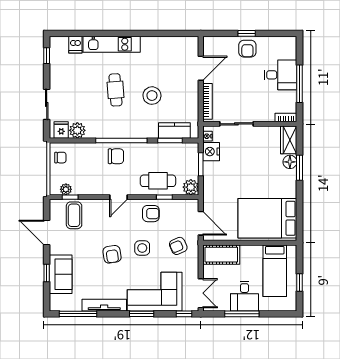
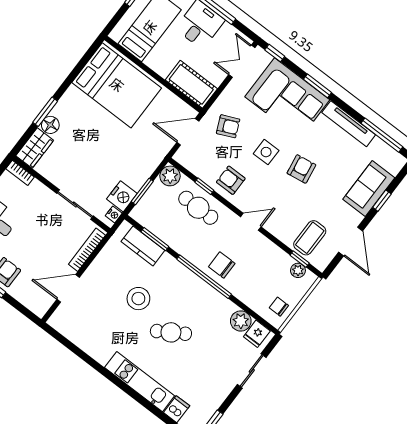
cafe table: (115, 90) -> (171, 332), turned 62
door: (201, 223) -> (188, 132), hinge flipped

